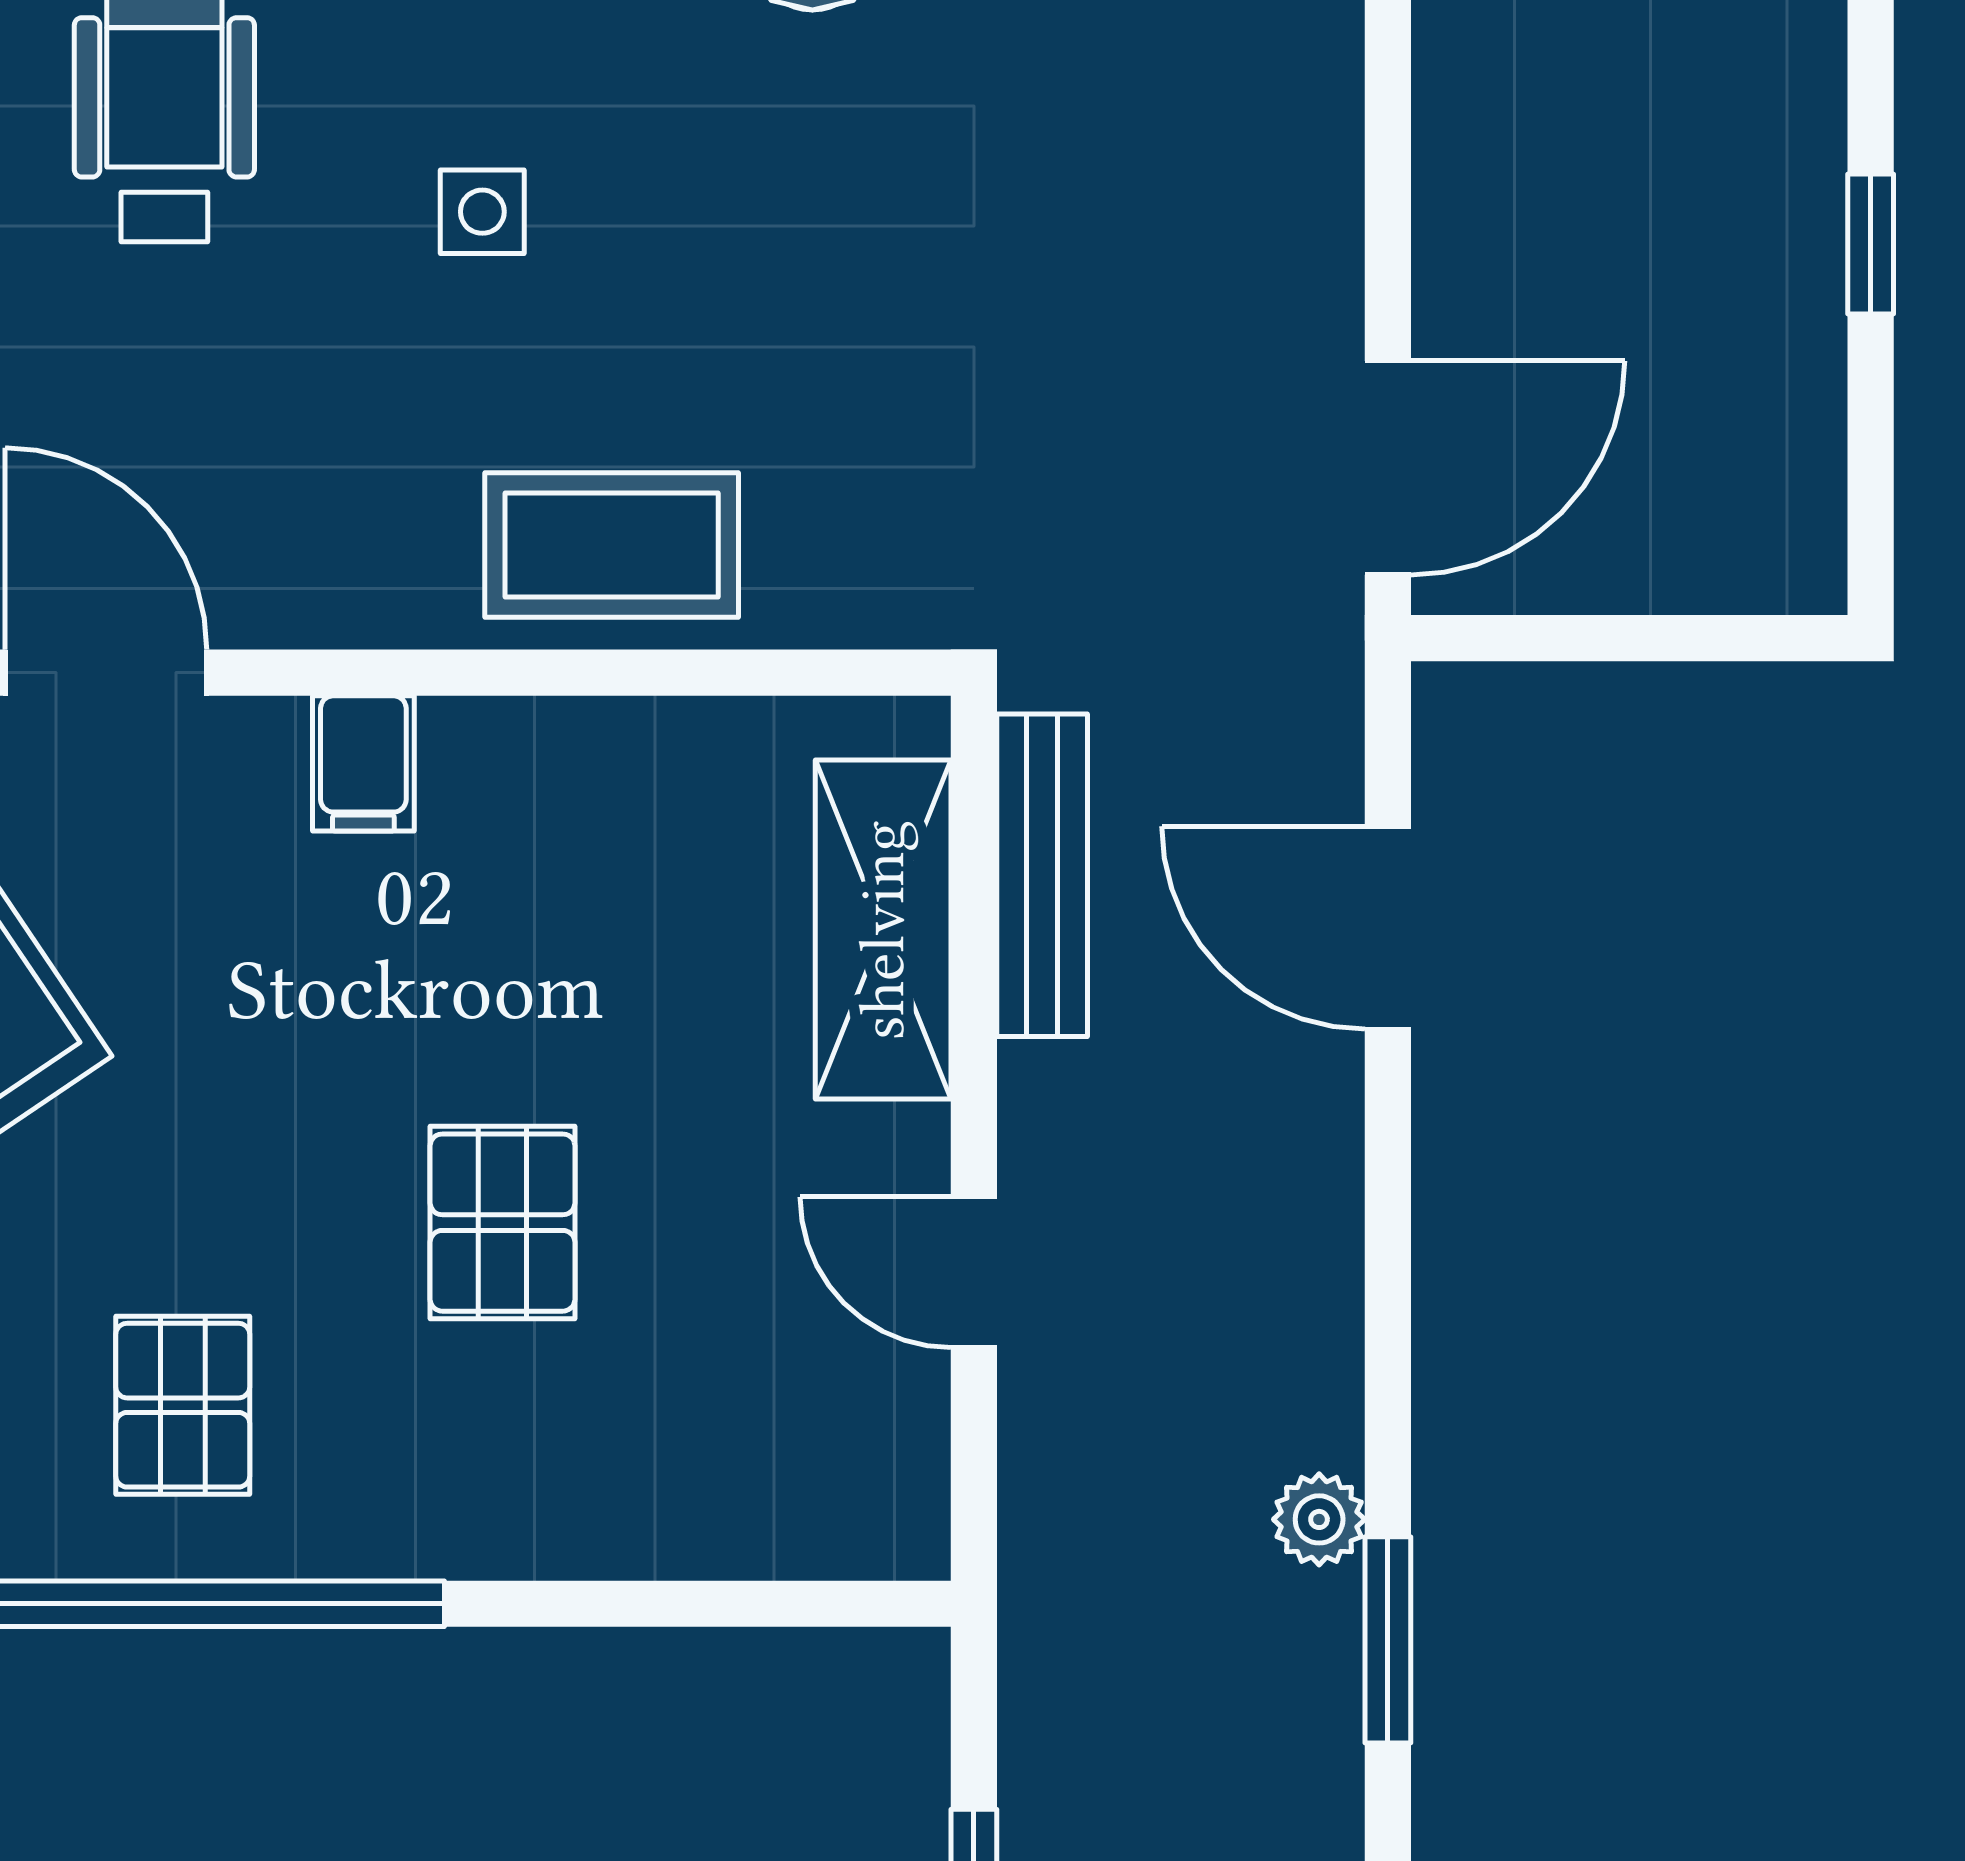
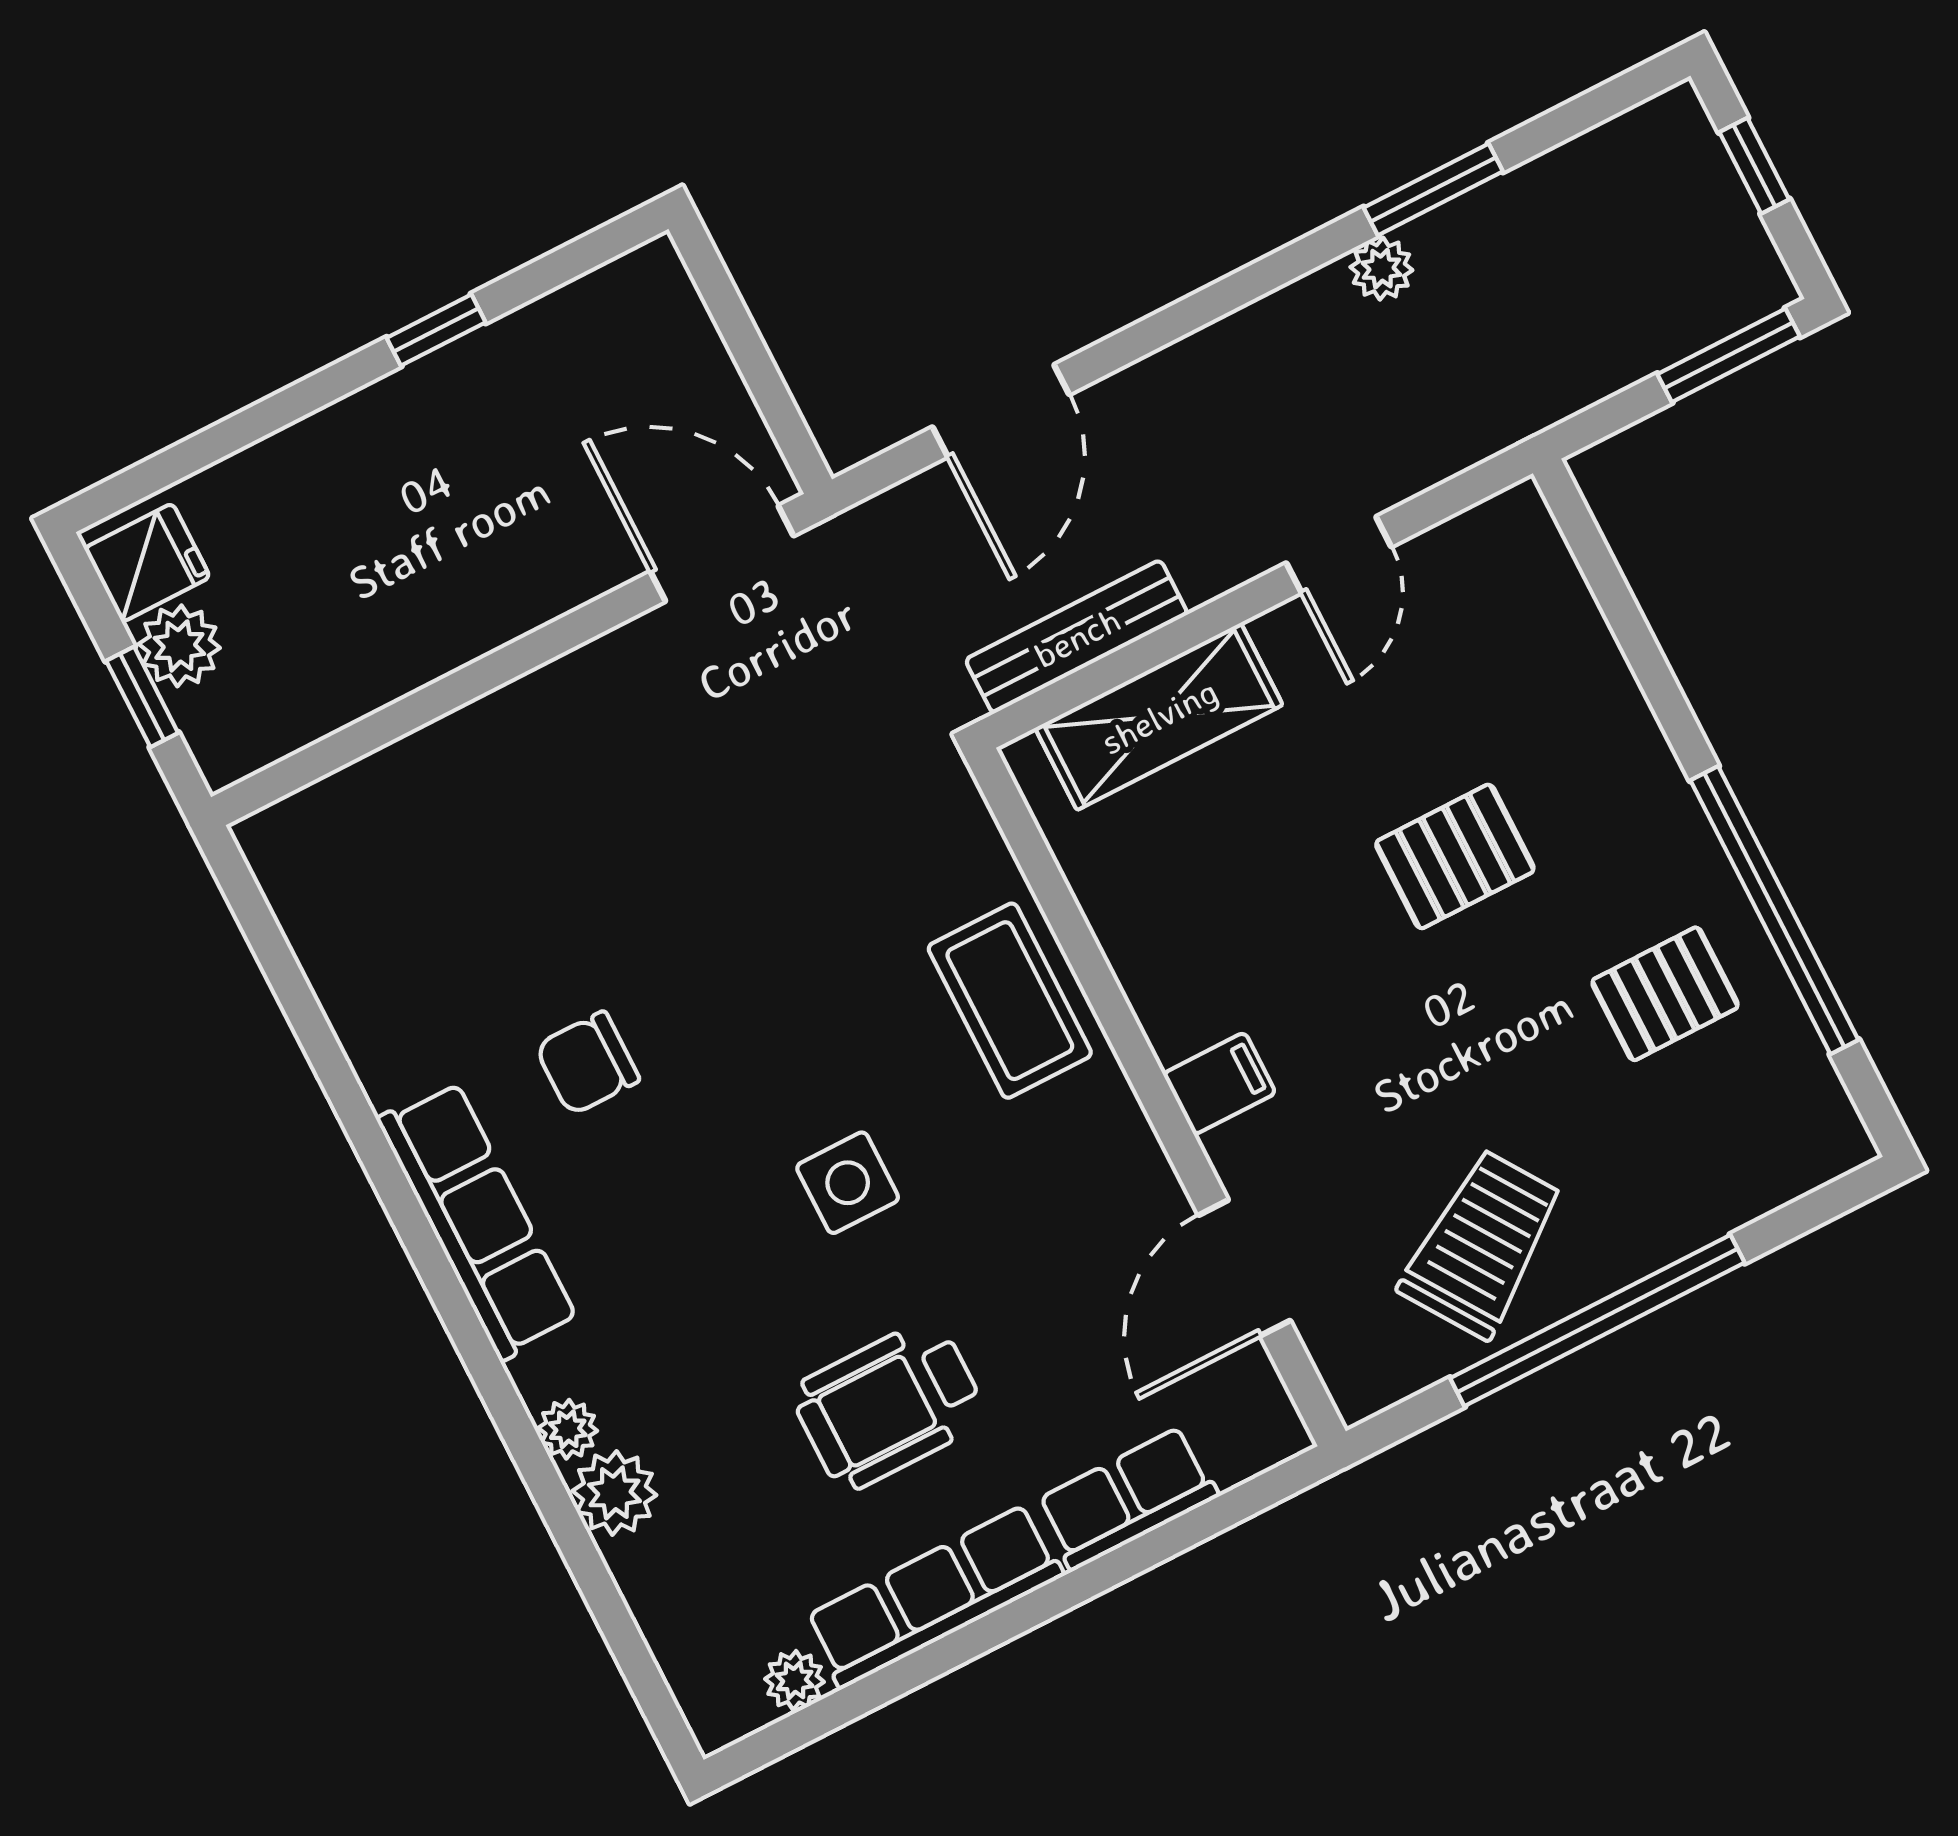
side table: (482, 212) -> (848, 1183), width x1.37, depth x1.37

